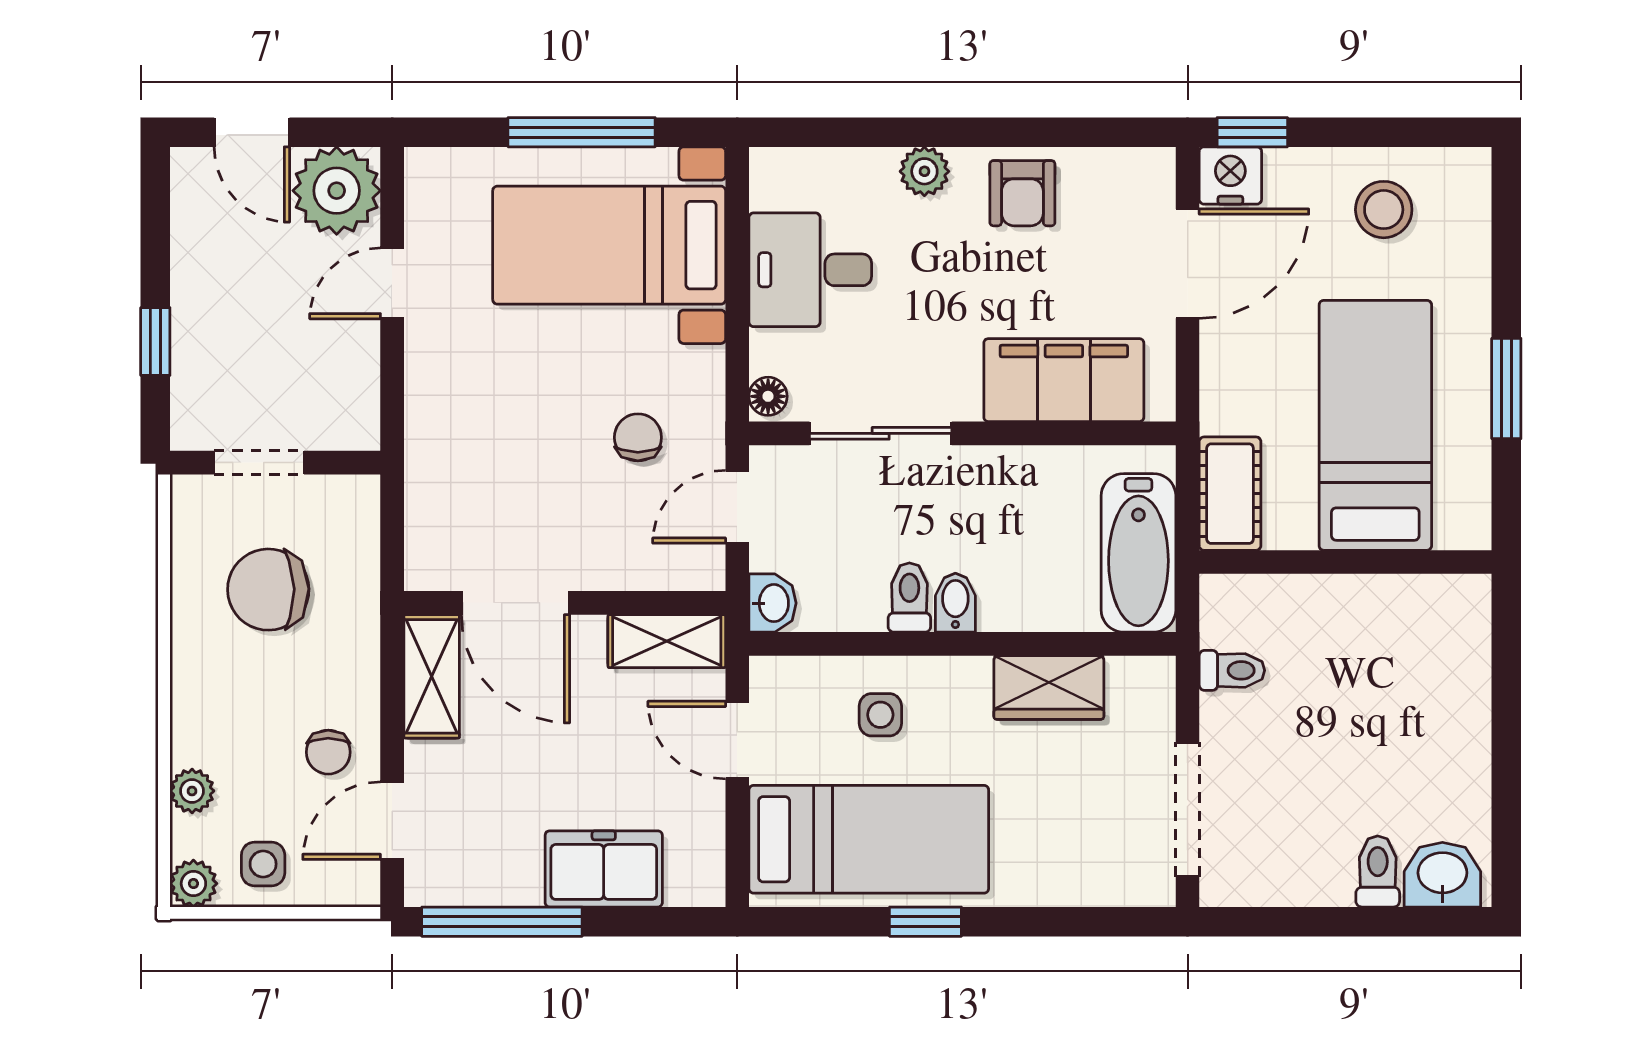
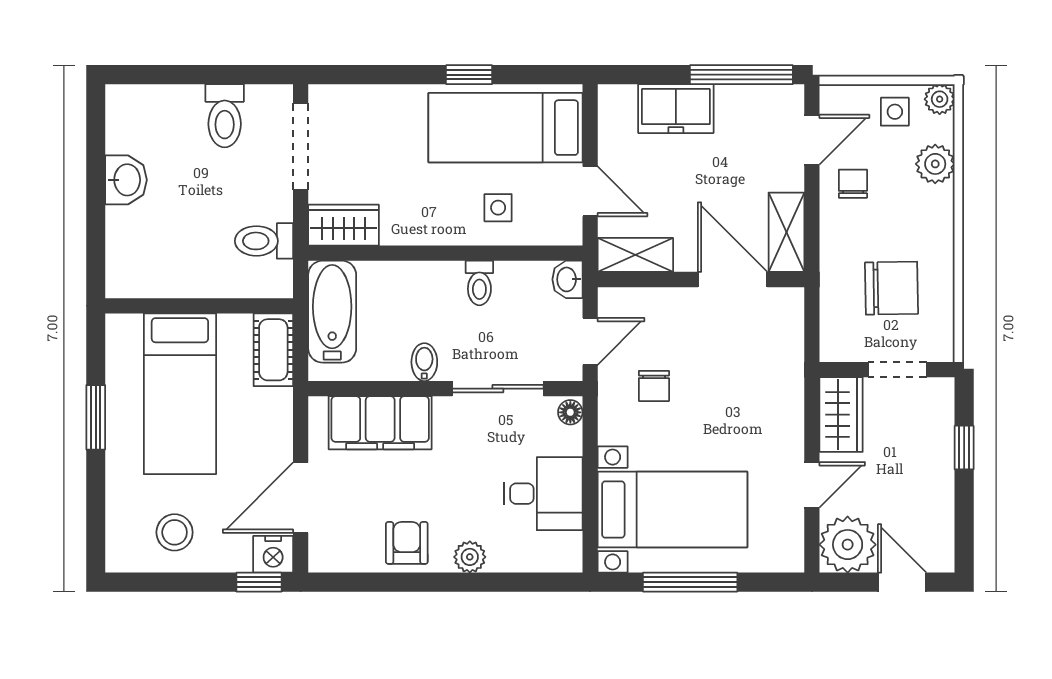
wardrobe: (347, 393) -> (841, 415), added
bidet: (955, 603) -> (424, 362), moved, turned 180
toilet: (1232, 670) -> (264, 241), width x1.37, depth x1.39
wardrobe: (1049, 687) -> (344, 225), moved
plant: (192, 791) -> (935, 164), width x1.38, depth x1.38
toilet: (1378, 872) -> (225, 116), moved, width x1.37, depth x1.39
washbasin: (1442, 875) -> (126, 180), moved, turned -90

